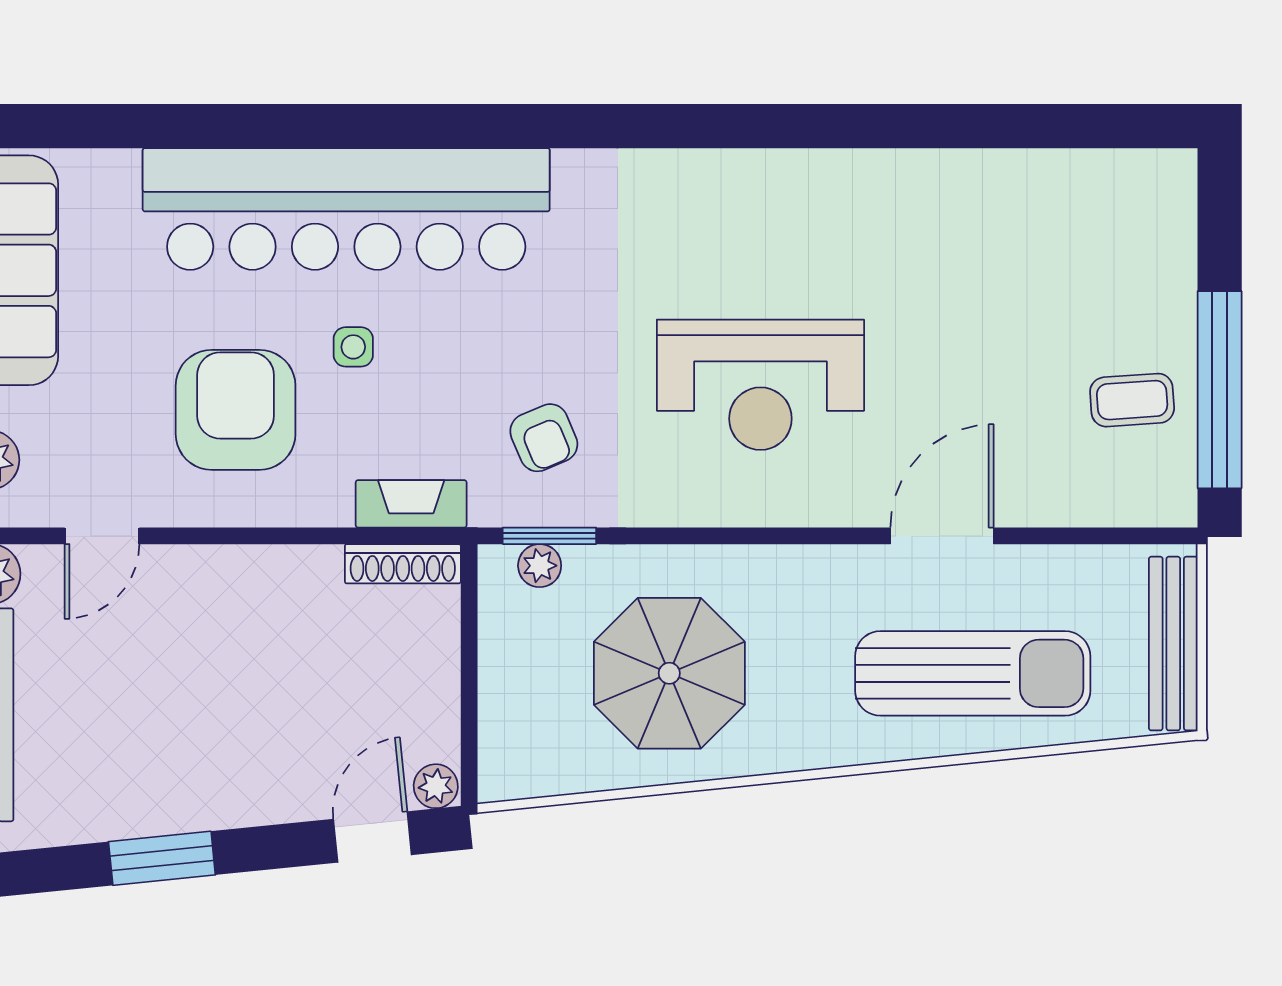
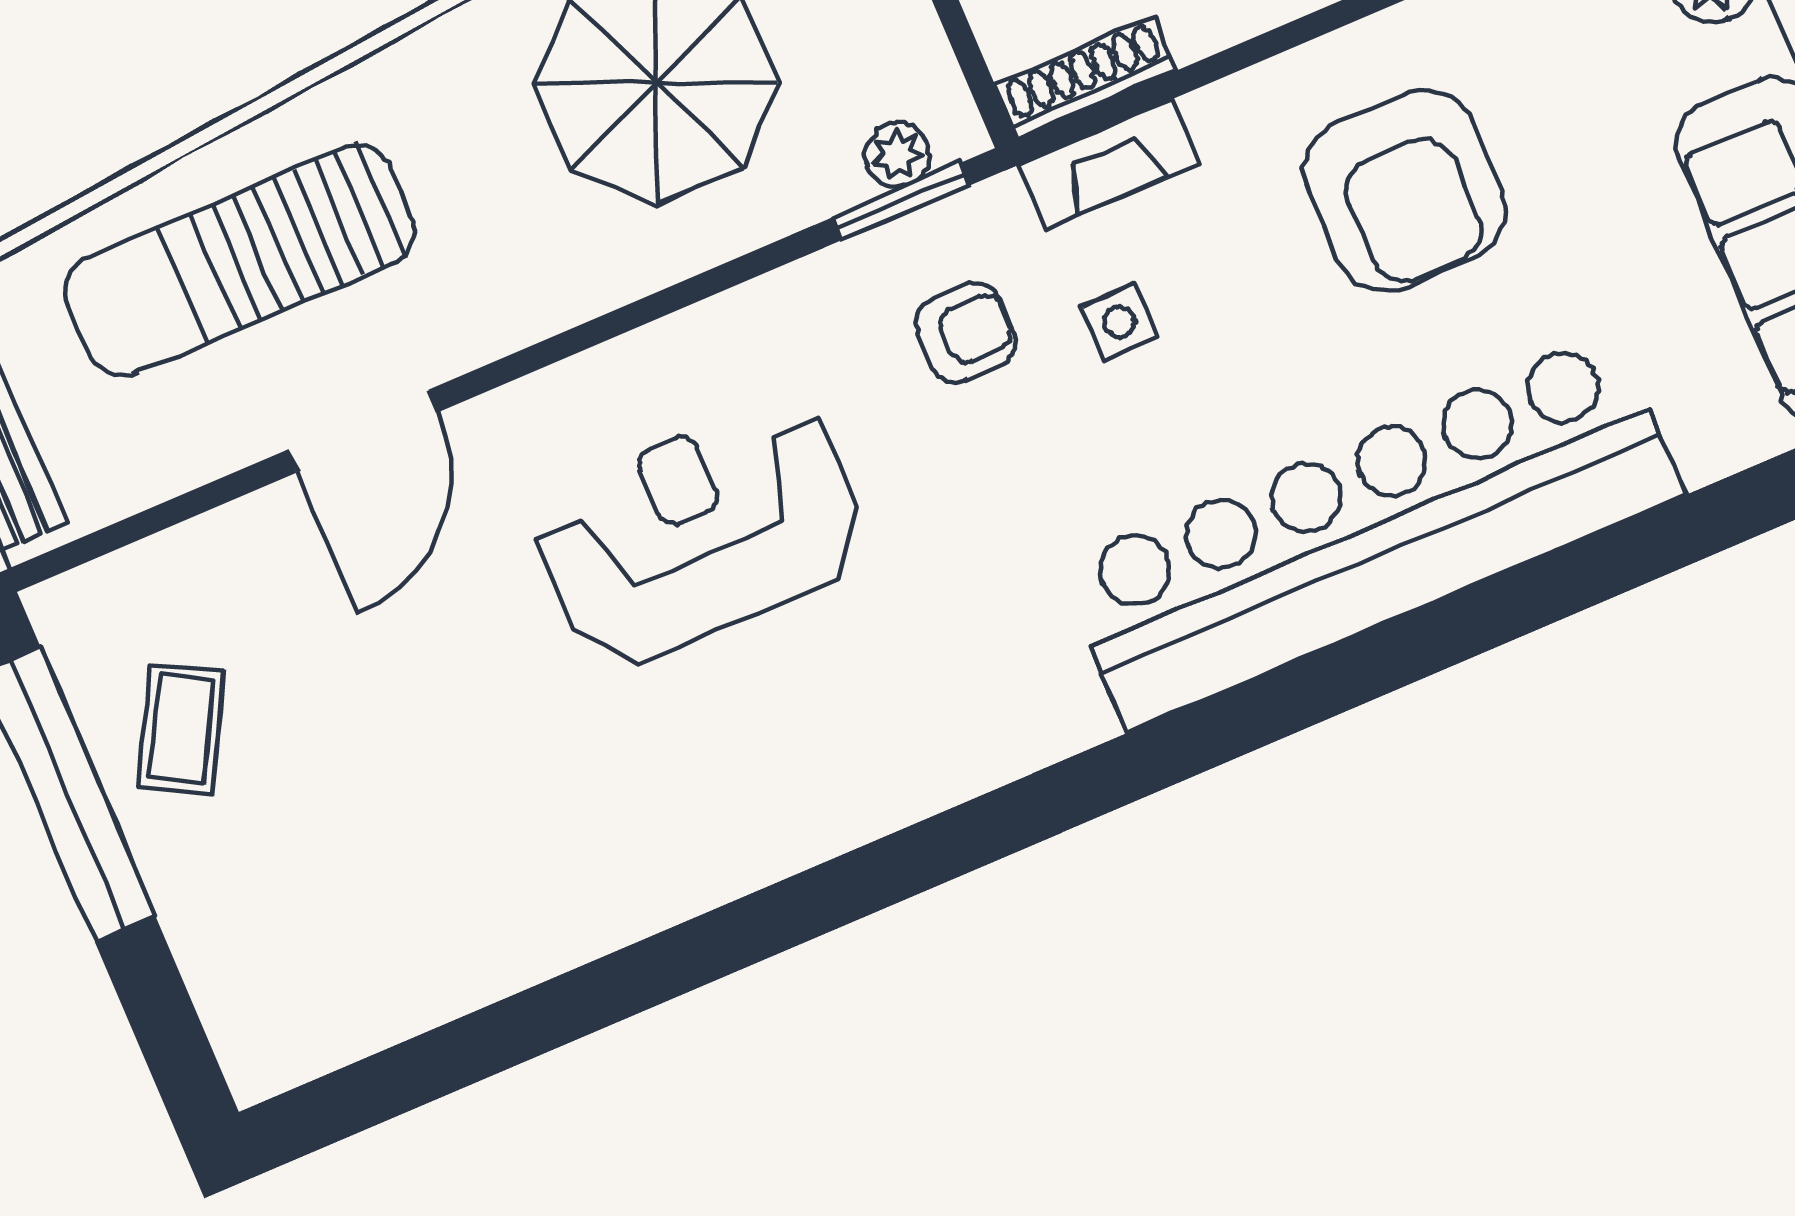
side table: (353, 347) -> (1119, 322), moved
coffee table: (1132, 400) -> (181, 728), turned -57
armchair: (544, 438) -> (966, 333), turned 113

